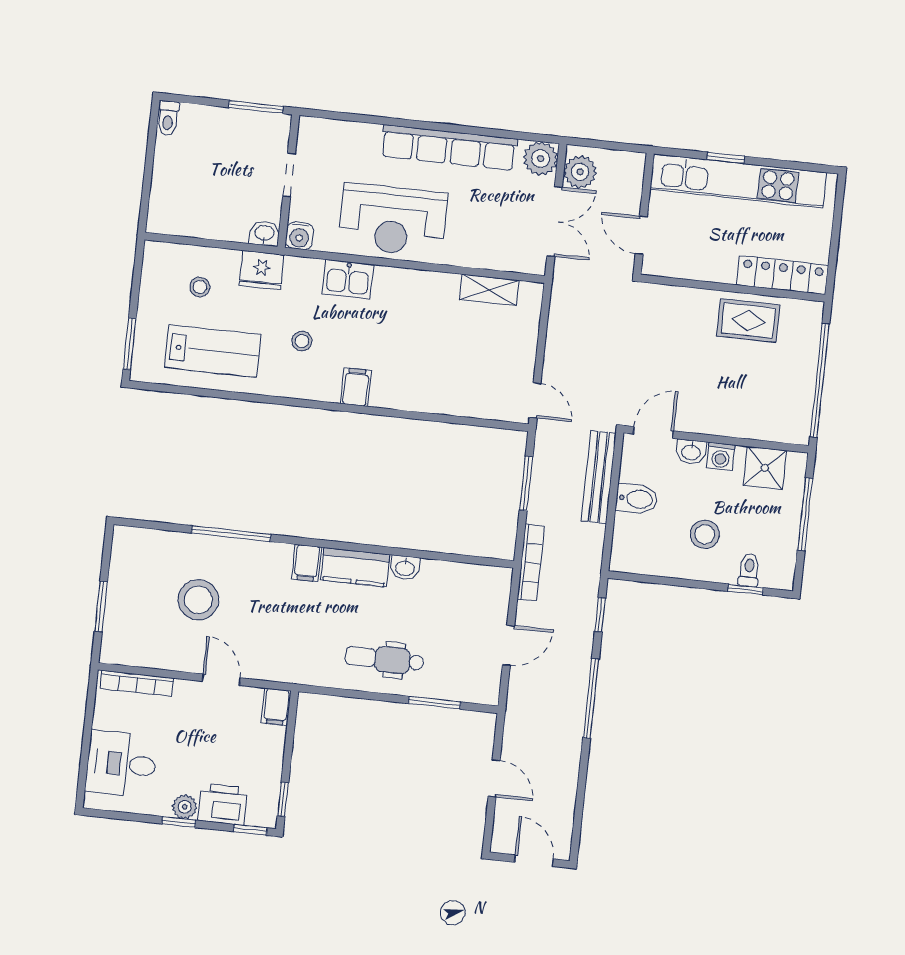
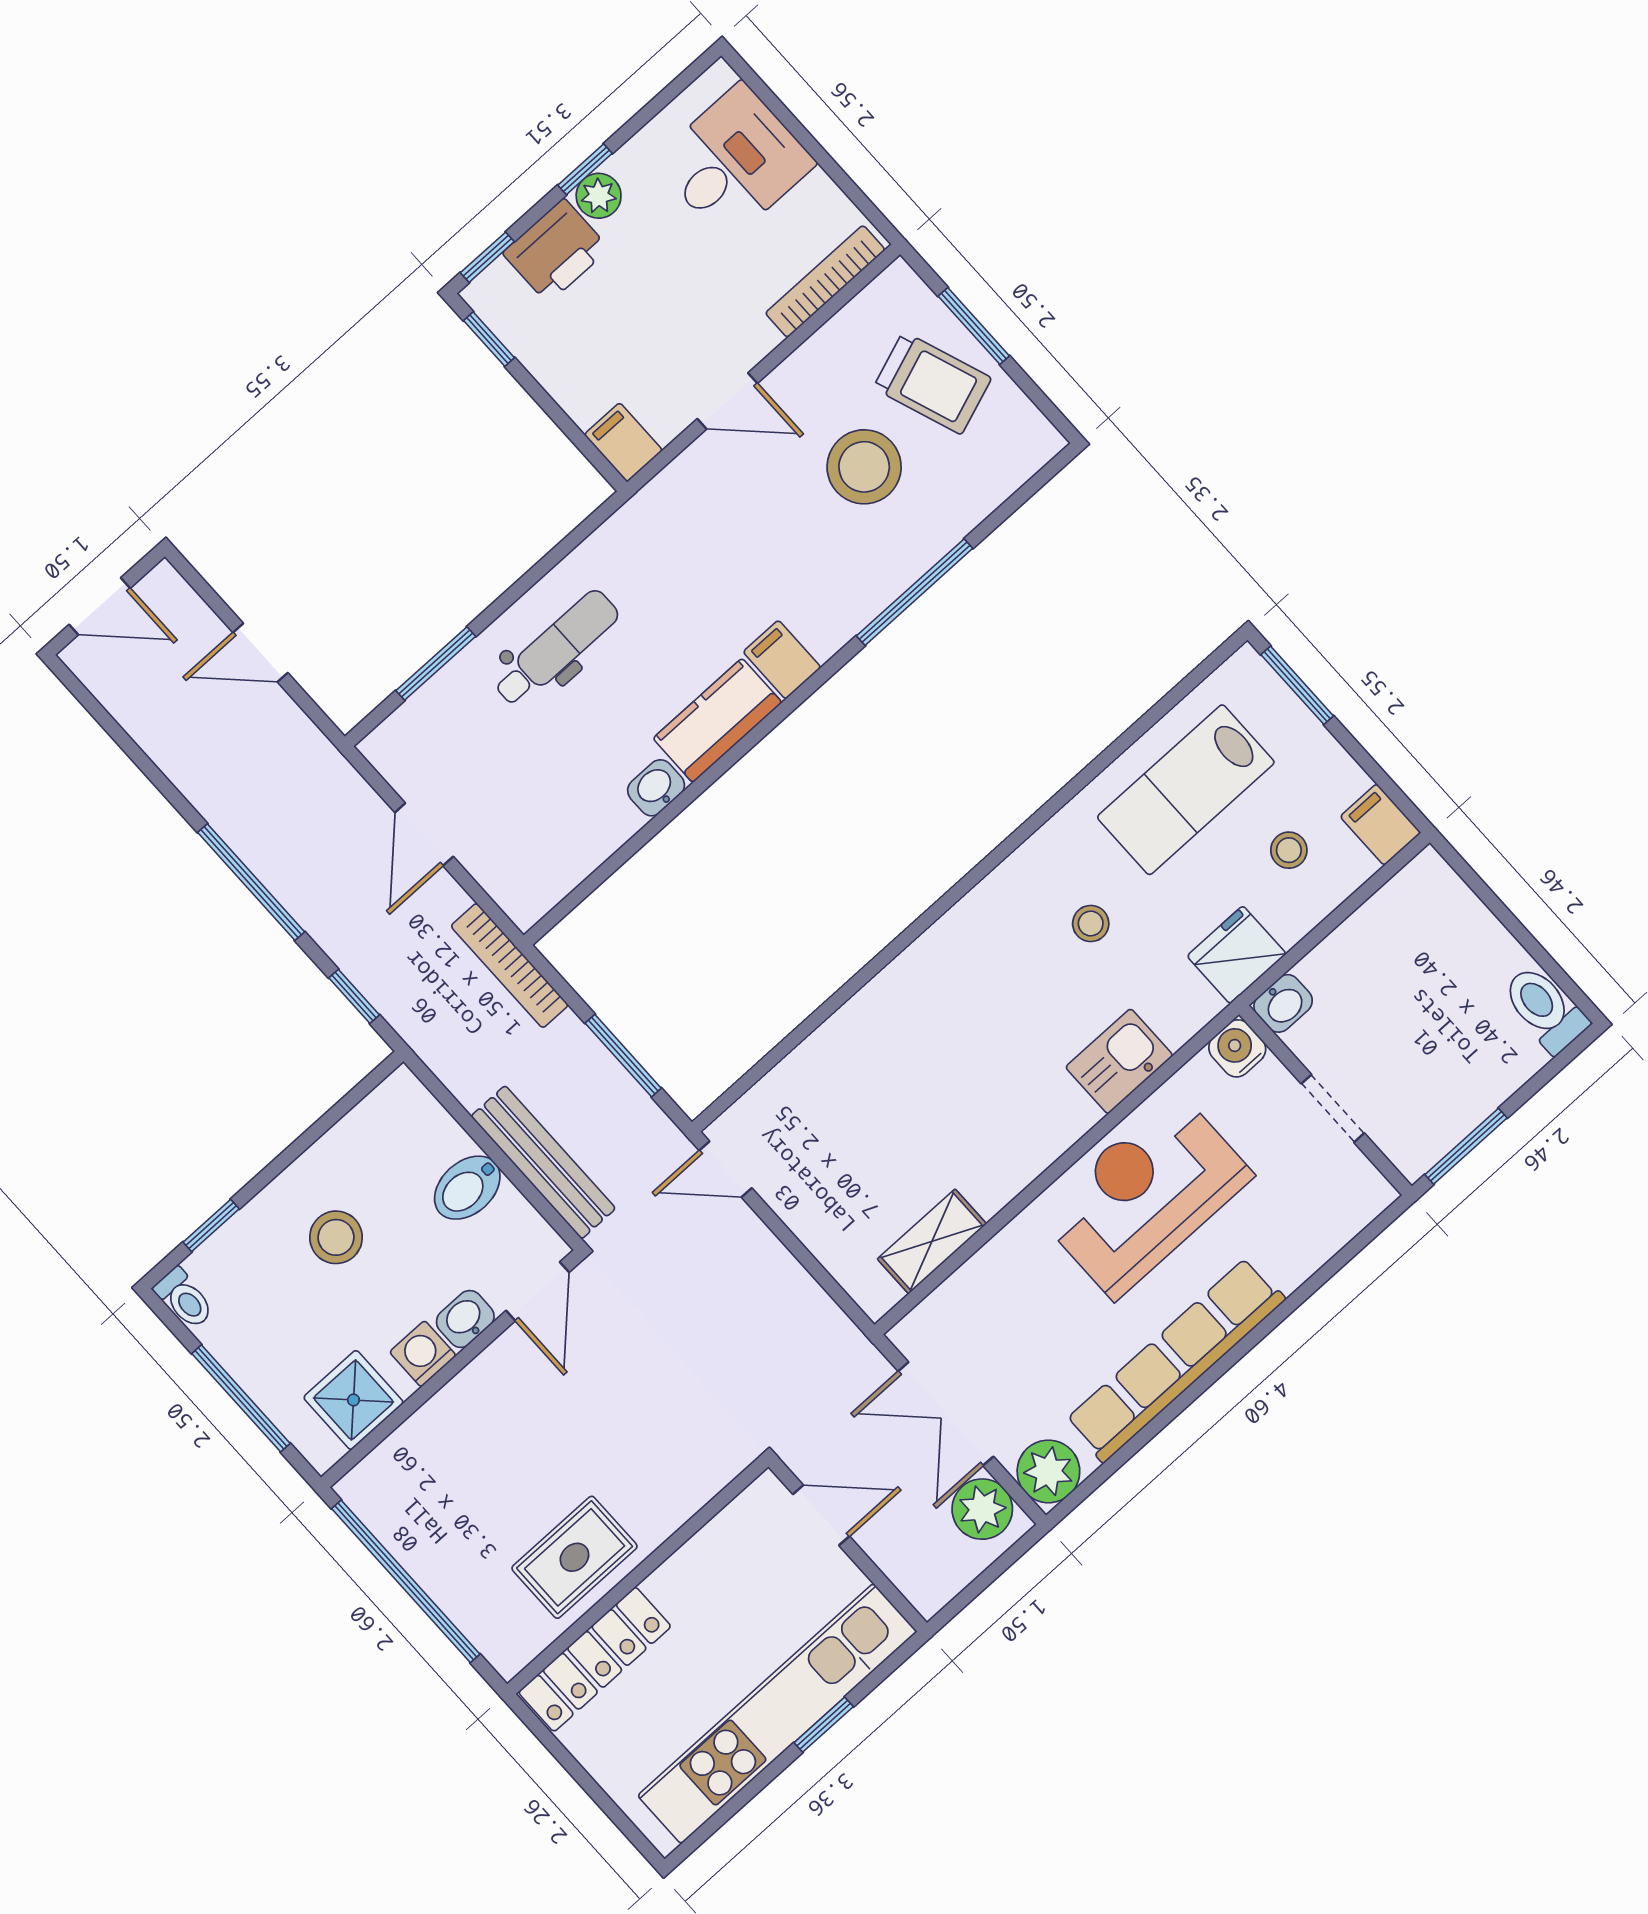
toilet: (168, 118) -> (1545, 1009), width x1.37, depth x1.39
filing cabinet: (356, 387) -> (1380, 825), moved, turned 180
toilet: (749, 570) -> (184, 1298), moved
trolley: (139, 603) -> (932, 383), added

